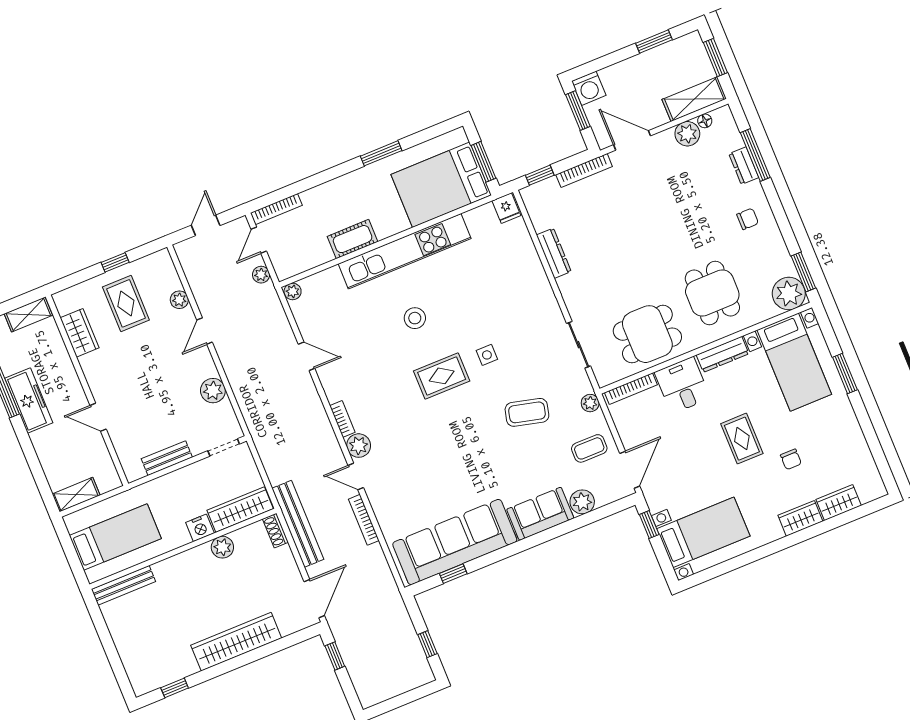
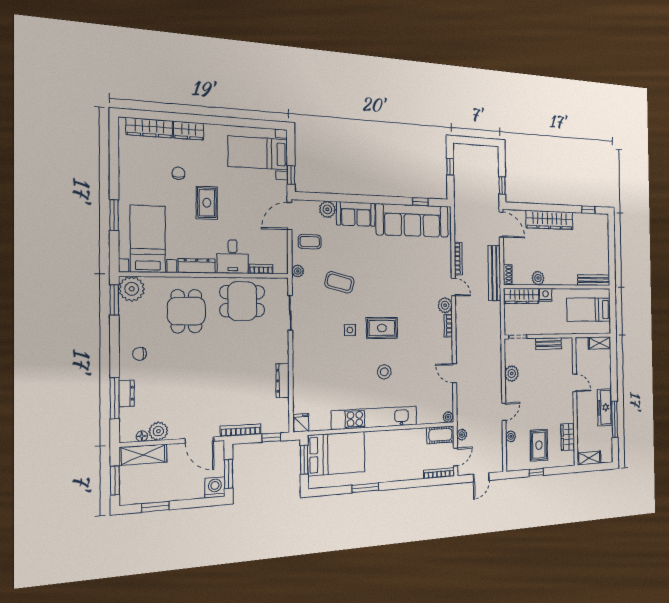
cot: (353, 239) -> (440, 435), moved
bookcase: (631, 389) -> (261, 269), width x0.64
wardrobe: (839, 503) -> (149, 128), width x1.50
door: (314, 599) -> (501, 225), swing flipped

